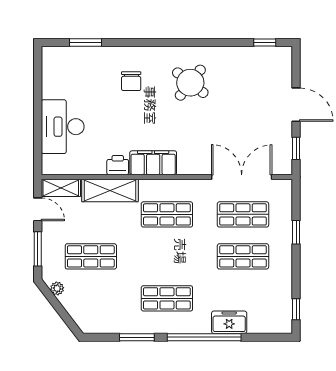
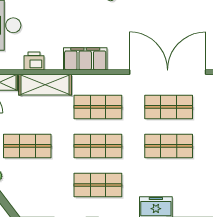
printer: (118, 165) -> (34, 61), moved
double door: (242, 177) -> (168, 72), width x1.36
shop shelf: (167, 256) -> (98, 146), added

